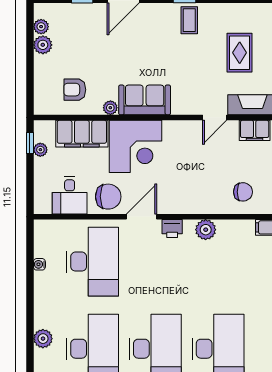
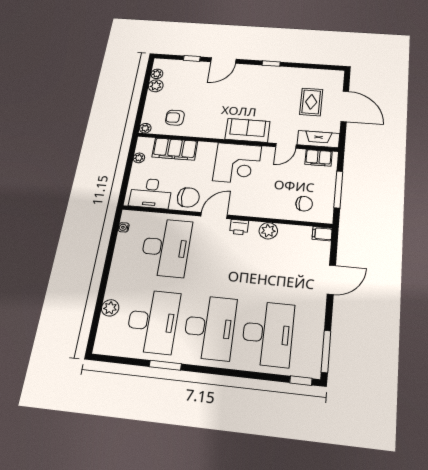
coffee table: (189, 20) -> (273, 77), removed
sofa: (145, 100) -> (247, 130), moved
plant: (110, 108) -> (145, 128), moved
window: (30, 143) -> (131, 152), removed
corner desk: (135, 146) -> (237, 163), moved
desk: (70, 195) -> (151, 193), width x1.37
water cooler: (39, 264) -> (124, 227), moved

